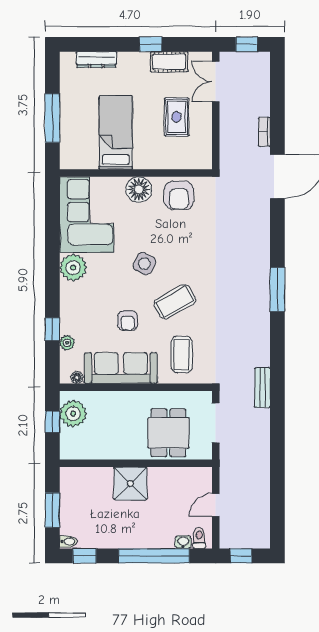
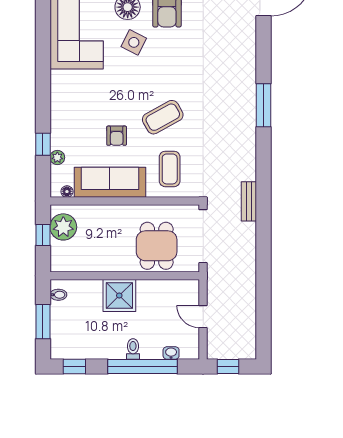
side table: (144, 264) -> (134, 42), moved
plant: (73, 268) -> (63, 84), removed
doorway: (216, 423) -> (203, 236), width x1.36
door: (216, 505) -> (203, 317), hinge flipped
toilet: (199, 538) -> (133, 349), moved
bidet: (68, 542) -> (58, 295), moved

